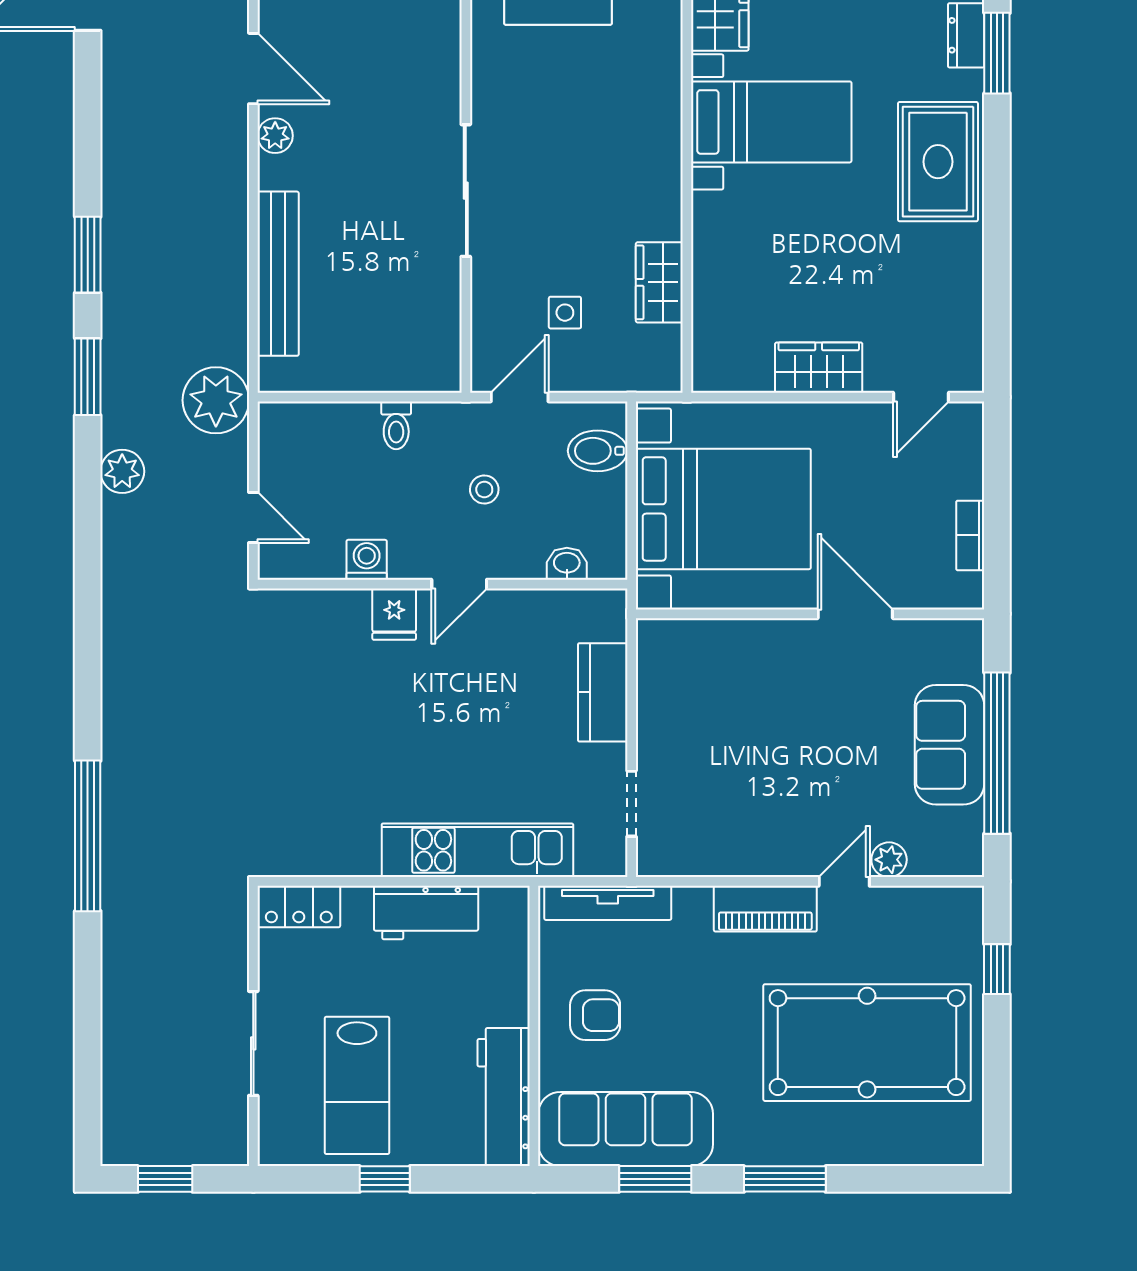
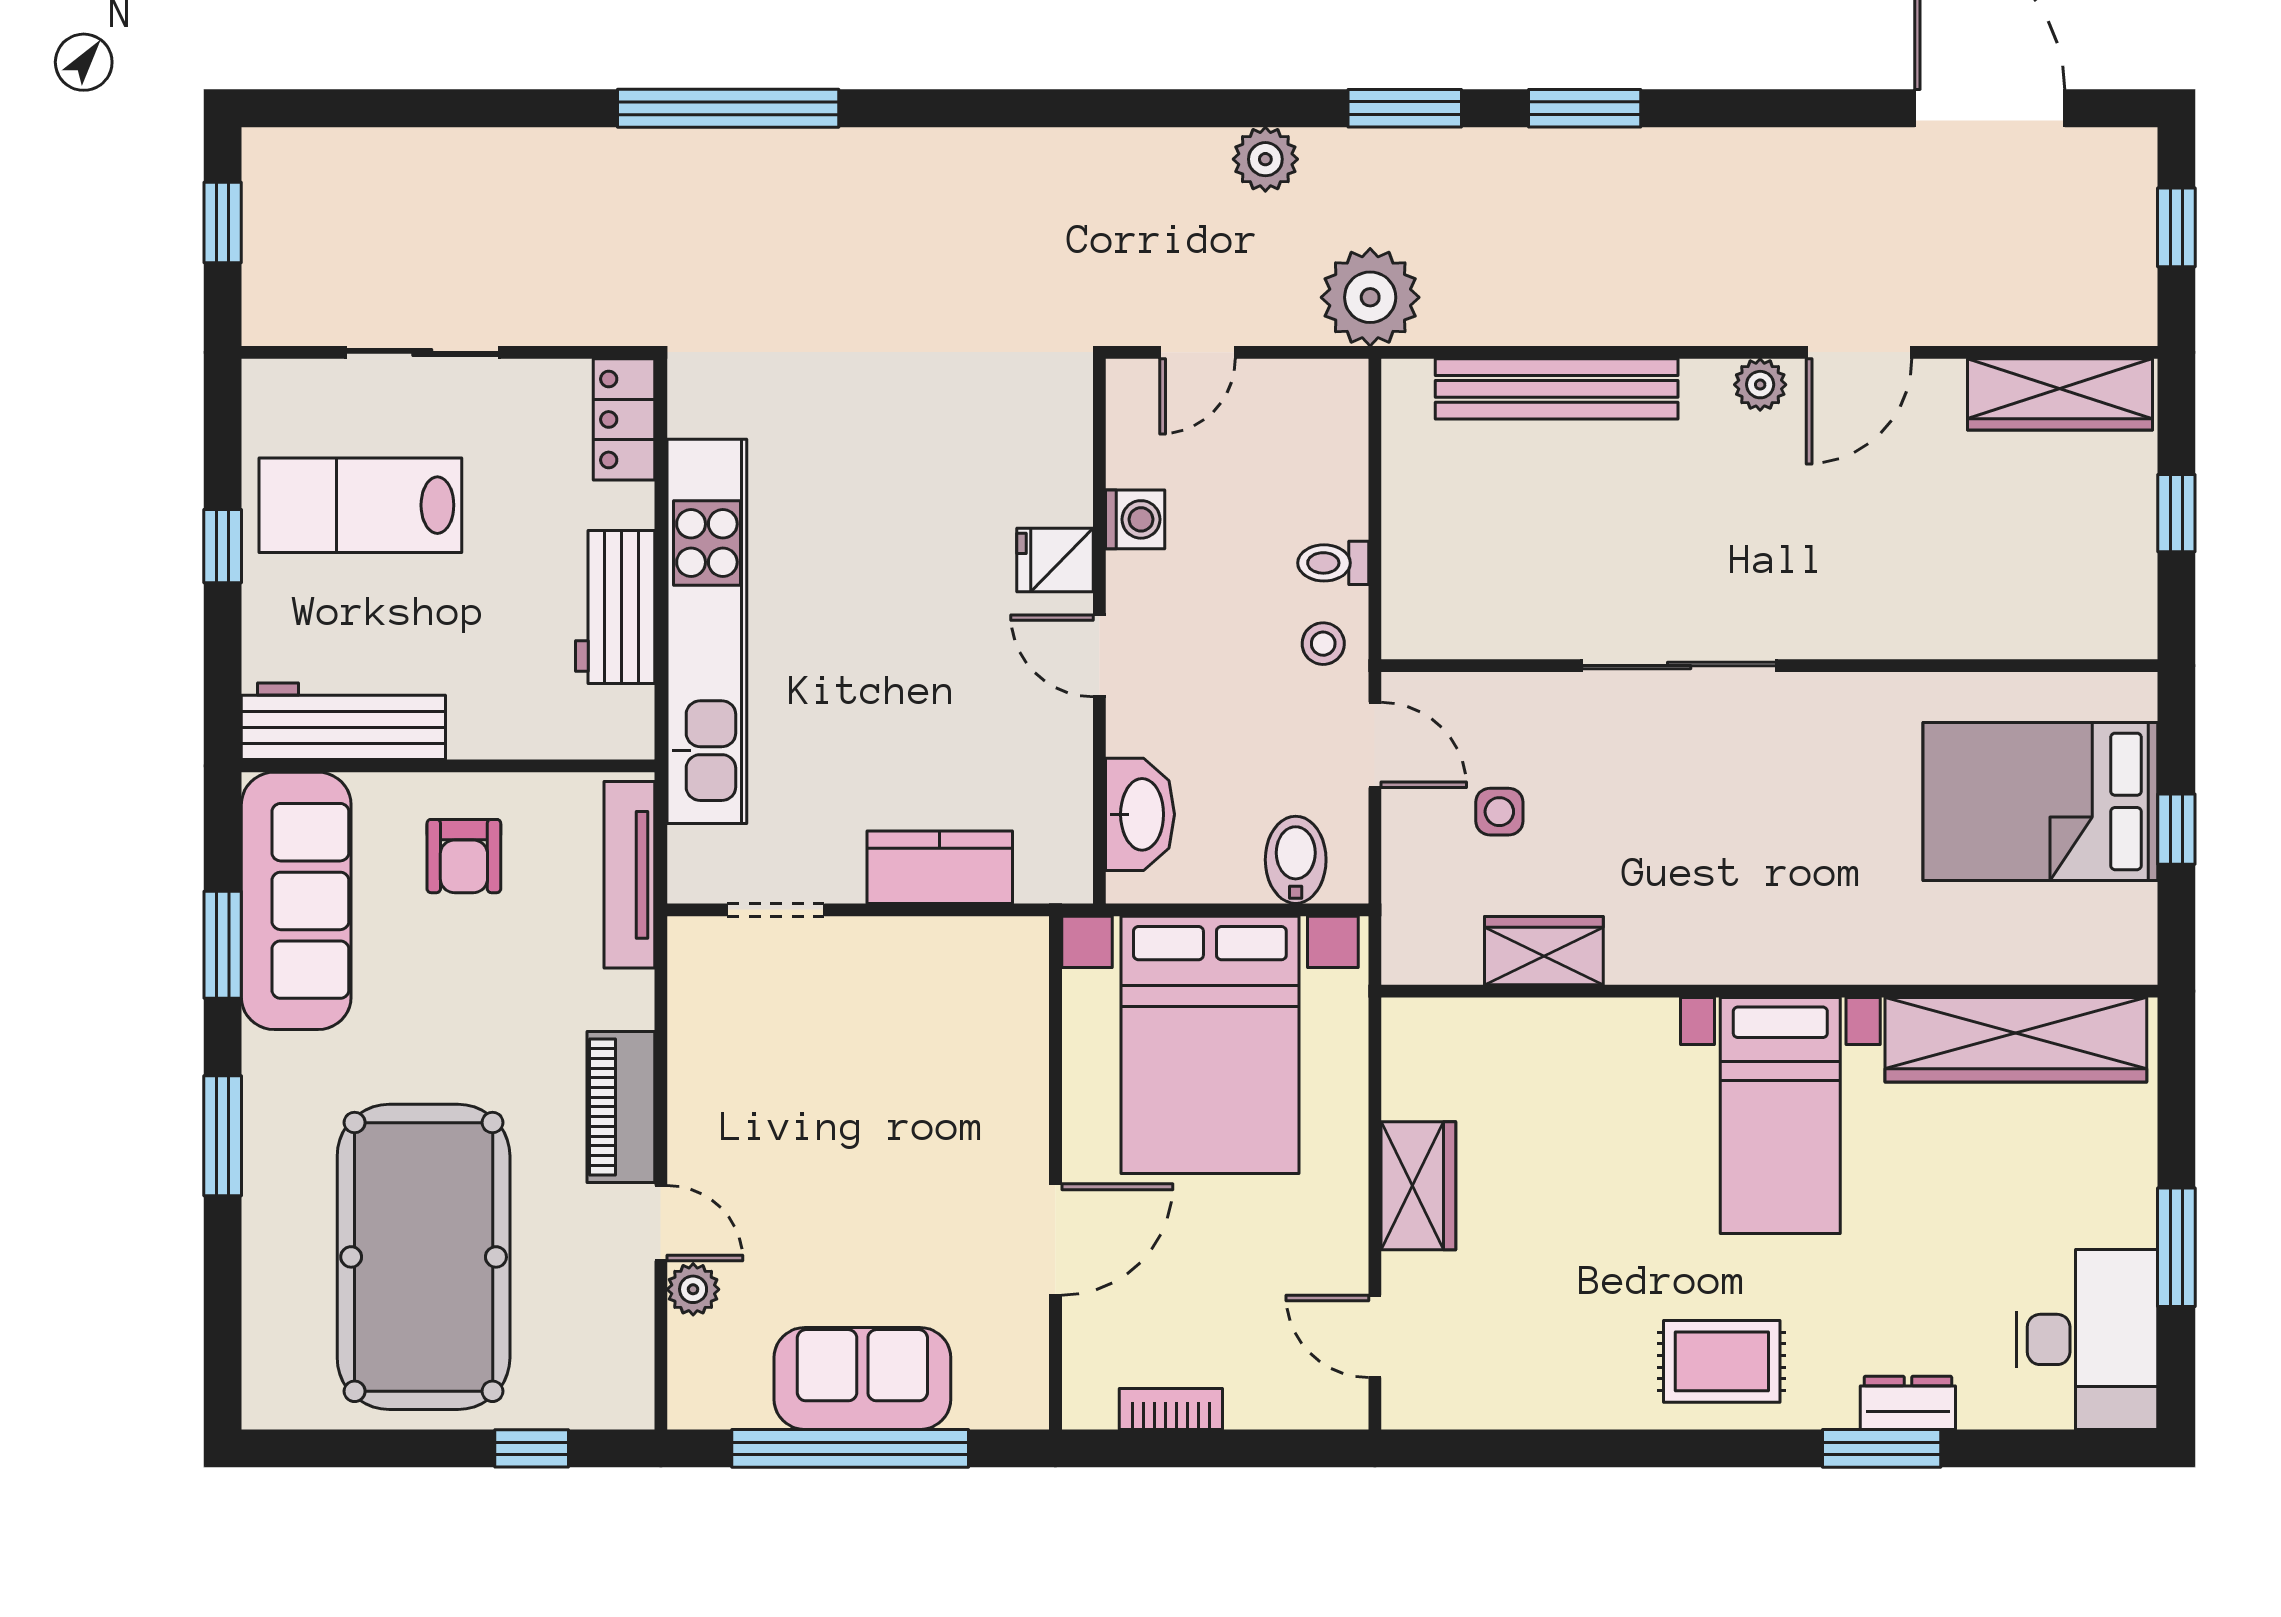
rug: (938, 162) -> (1722, 1361), width x0.73, depth x0.70
stool: (484, 489) -> (1323, 644), moved
washbasin: (567, 564) -> (1140, 814), width x1.91, depth x1.45
kitchen unit: (477, 850) -> (707, 631), width x1.36

